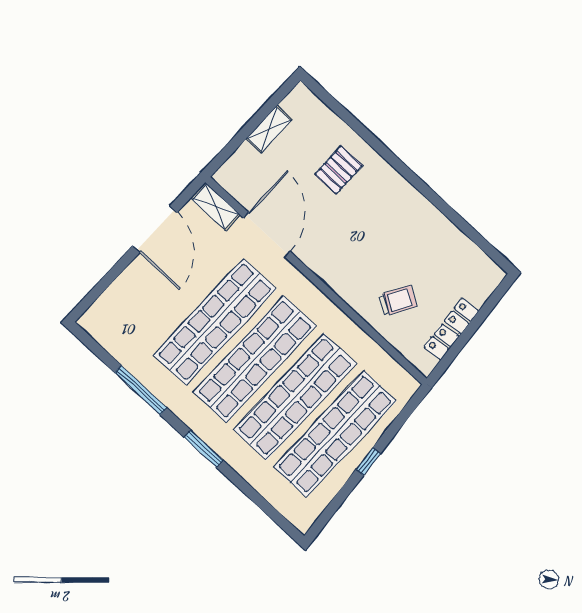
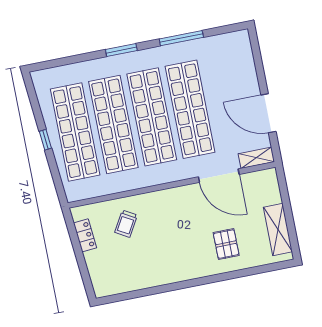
shelving: (269, 129) -> (278, 230), width x1.50, depth x1.33
locker: (451, 329) -> (85, 235), width x0.66

